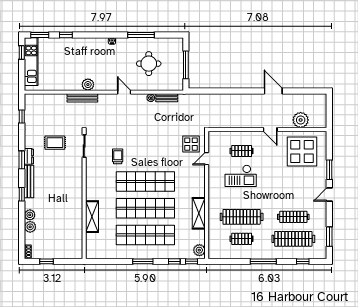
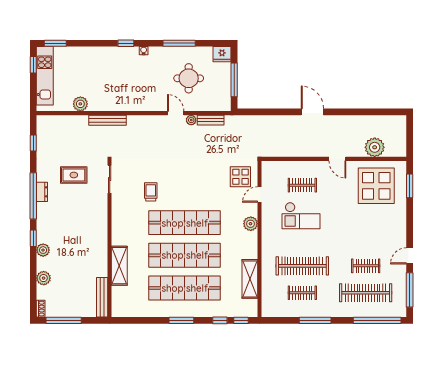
window: (66, 35) -> (126, 43), moved
fridge: (176, 44) -> (222, 54), added
plant: (88, 85) -> (80, 104), moved
door: (273, 91) -> (312, 112), moved
door: (124, 92) -> (176, 113), moved
window: (22, 160) -> (33, 196), width x2.11
window: (329, 170) -> (410, 186), moved
bench: (29, 181) -> (102, 297), moved
door: (329, 194) -> (410, 256), moved
shelving: (199, 213) -> (250, 279), moved
plant: (30, 215) -> (43, 250), moved
clothes rail: (293, 217) -> (366, 266), width x0.73
window: (329, 237) -> (410, 290), width x1.44
plant: (199, 250) -> (251, 224), moved
window: (47, 261) -> (64, 320), width x2.17
window: (263, 261) -> (315, 320), moved
window: (303, 261) -> (377, 320), width x3.17

